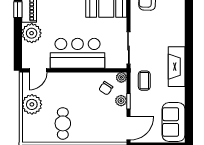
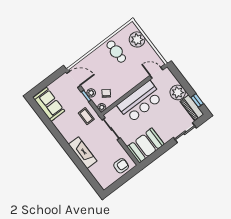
fireplace: (177, 67) -> (83, 153), moved
door: (38, 70) -> (156, 73), hinge flipped
plant: (32, 104) -> (137, 39), moved
door: (128, 128) -> (74, 79), swing flipped

